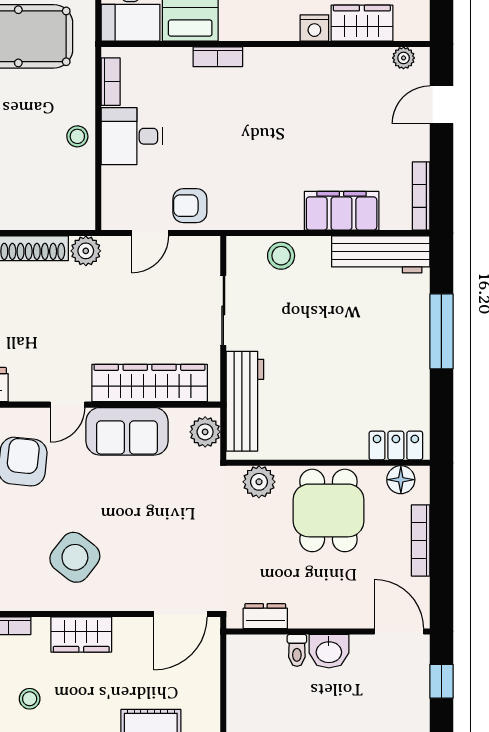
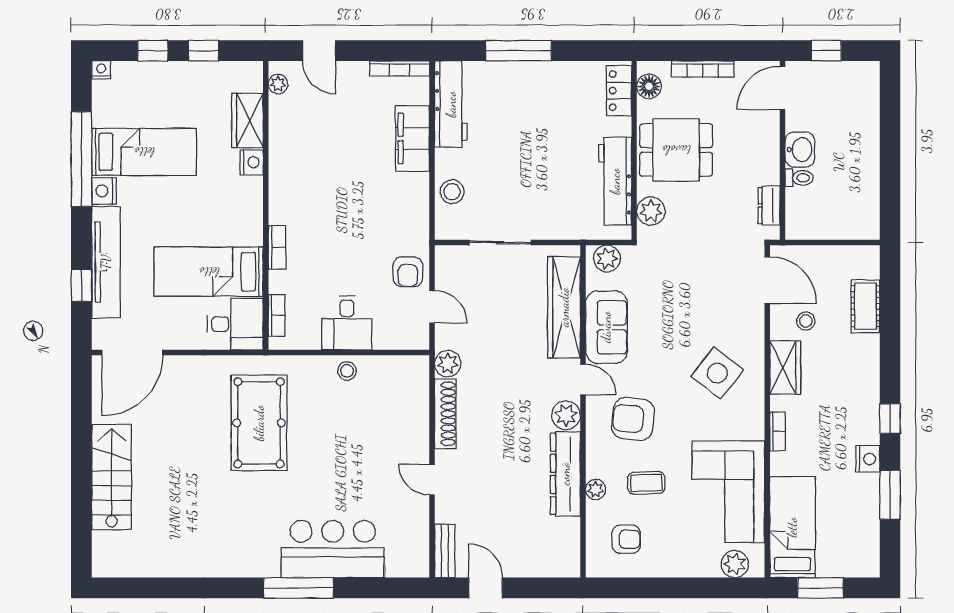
bookcase: (111, 82) -> (277, 315), moved, turned 90
plant: (27, 385) -> (566, 415), added
workbench: (245, 401) -> (615, 181), moved, turned -90
stool: (30, 699) -> (806, 321), moved

